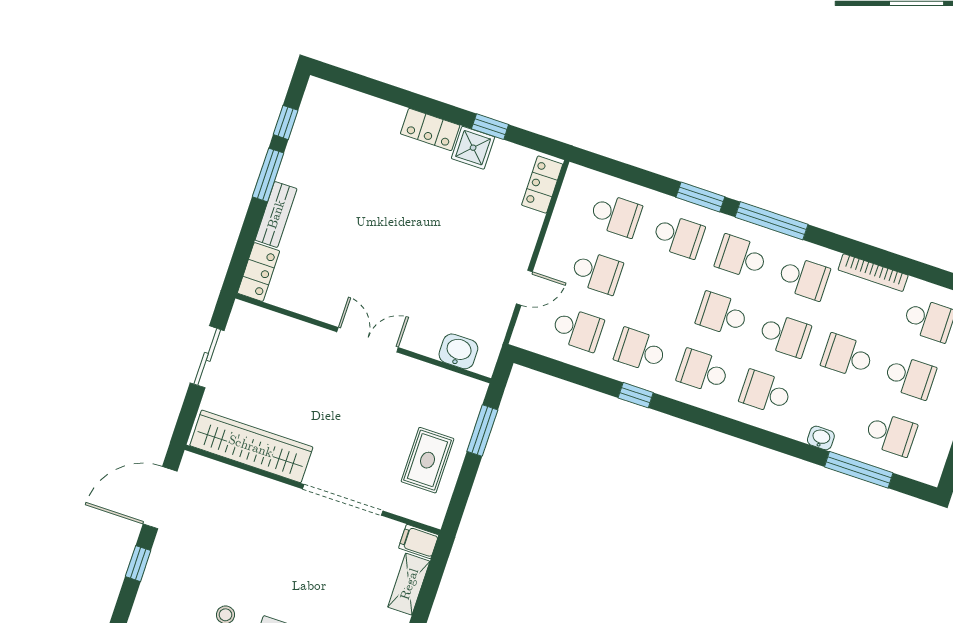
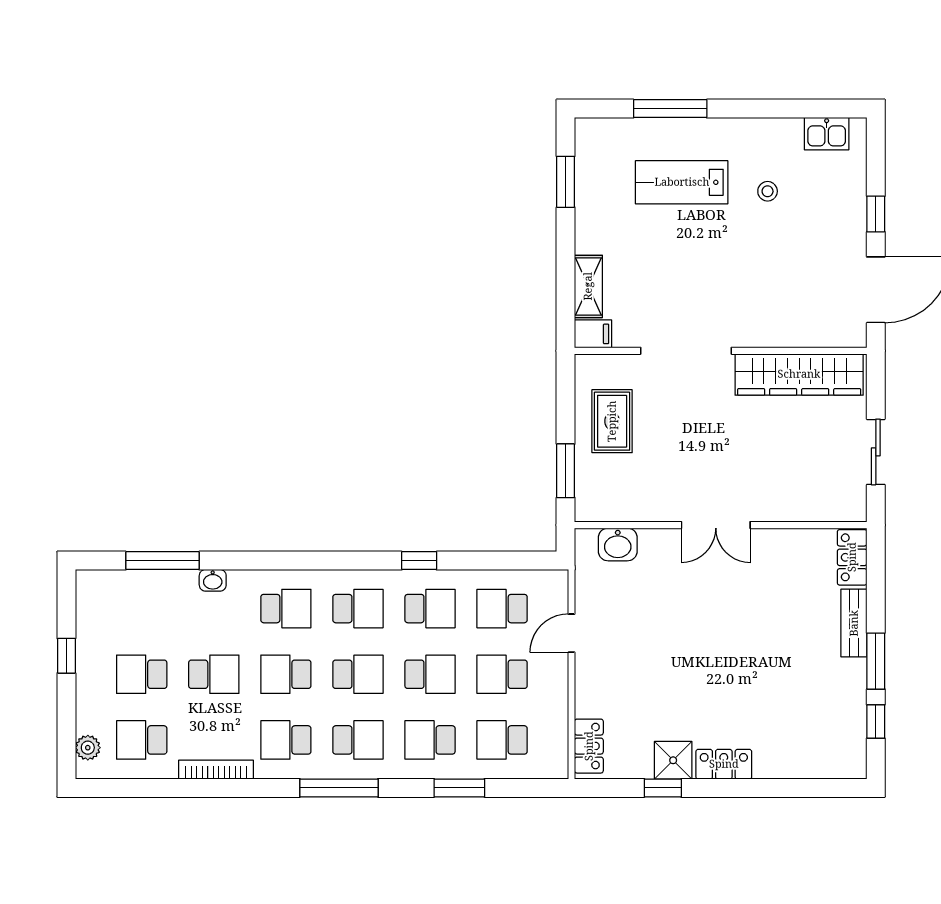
window: (700, 197) -> (459, 788), moved
school desk: (891, 434) -> (430, 674), moved, turned 180

